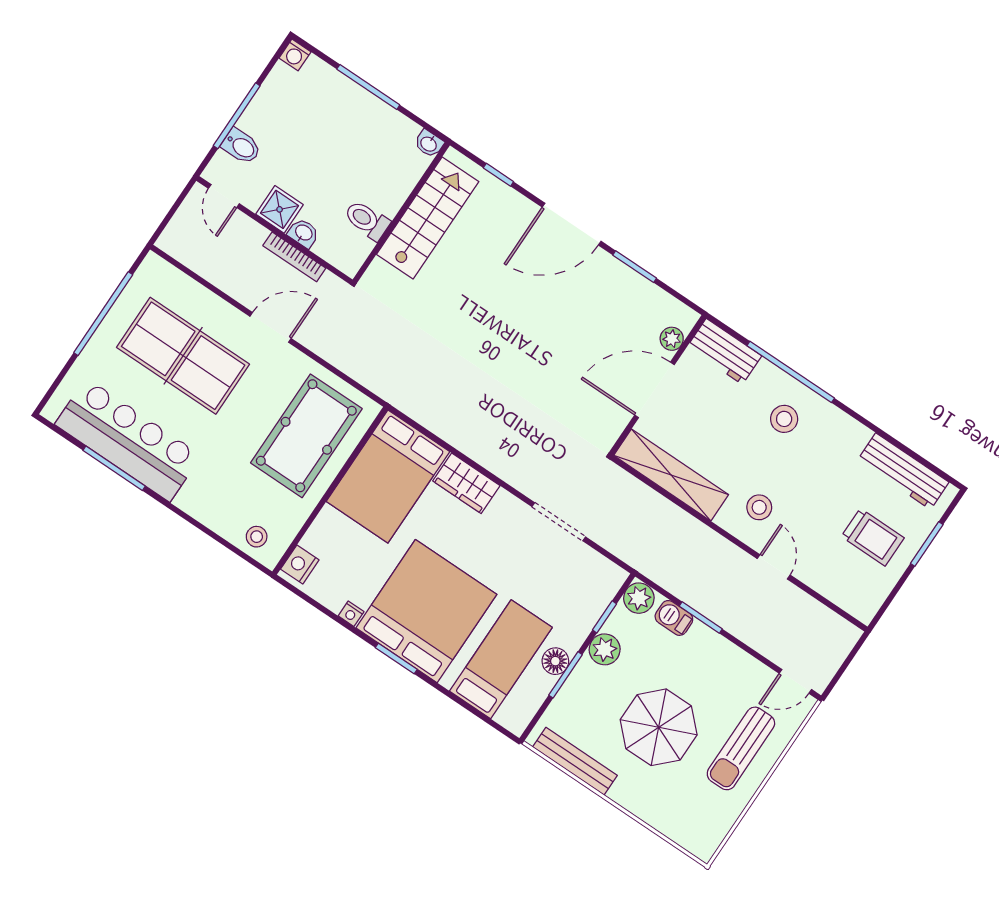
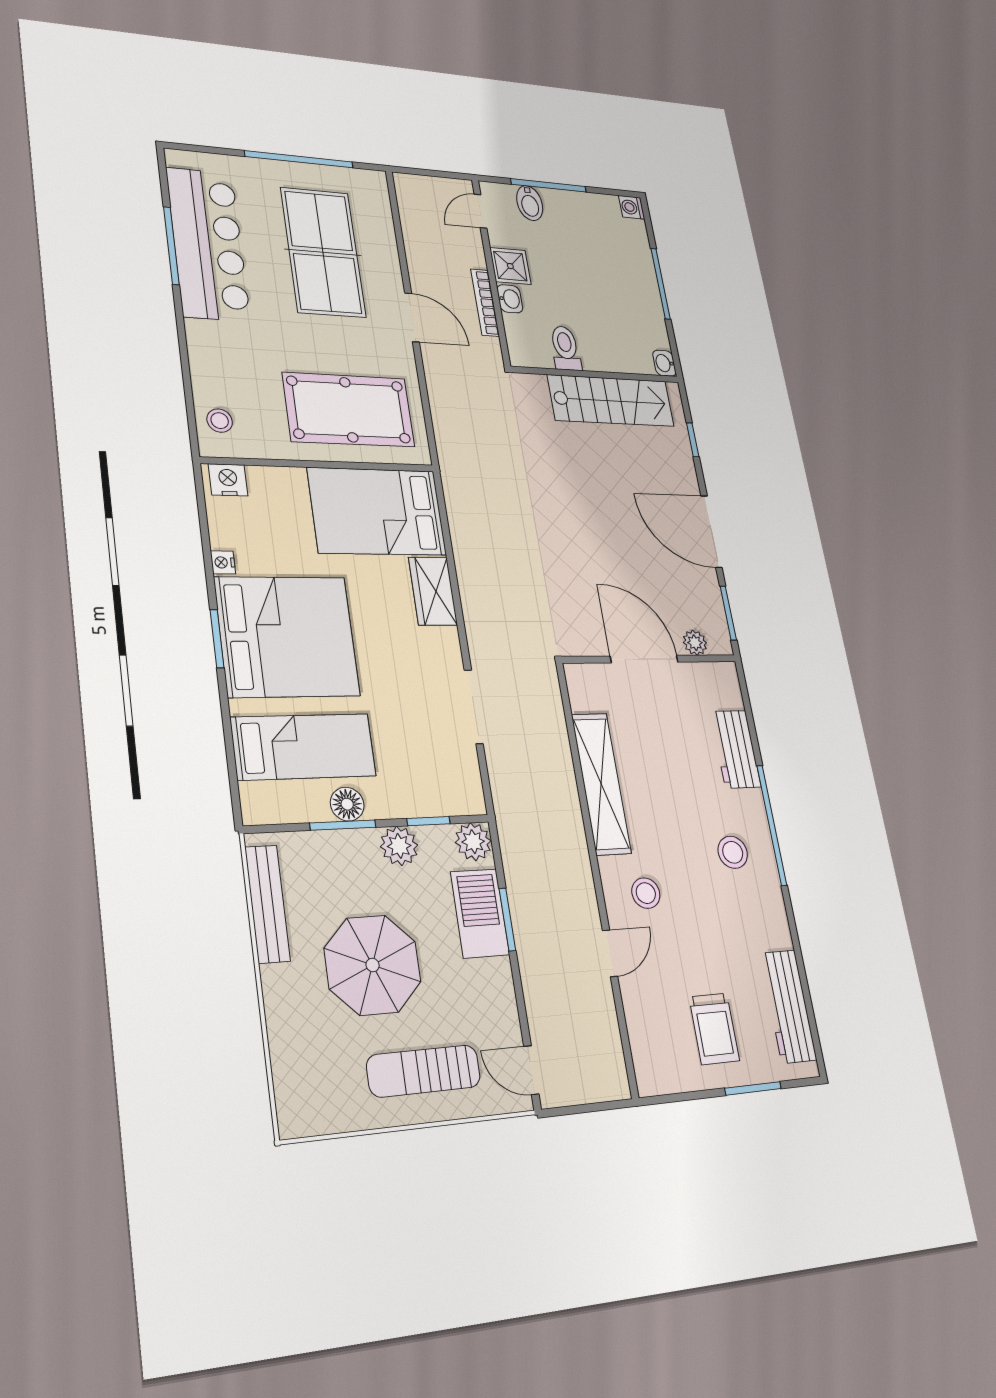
plant: (672, 339) -> (695, 643), moved
wall: (658, 385) -> (650, 659), moved
door: (654, 390) -> (644, 659), moved
barbecue: (674, 618) -> (480, 913), width x1.88, depth x1.53

